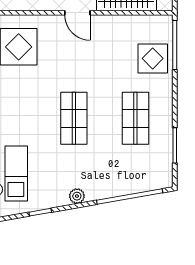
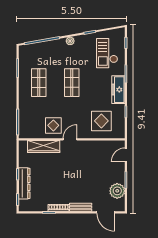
door: (77, 13) -> (70, 139), hinge flipped
display table: (153, 58) -> (53, 125), moved

